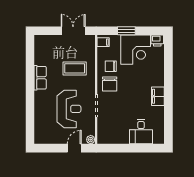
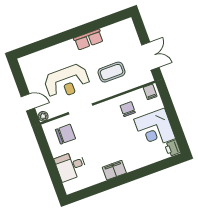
window: (126, 31) -> (171, 112), removed
coffee table: (75, 68) -> (111, 72), turned 90
chair: (110, 84) -> (65, 134), moved, turned 180

